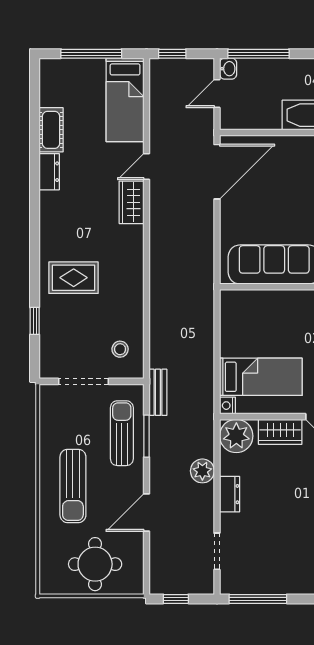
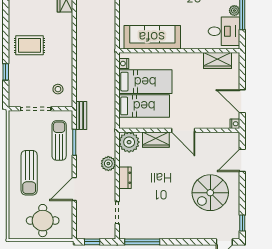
bed: (263, 337) -> (145, 82), added
nightstand: (227, 406) -> (124, 63), moved

